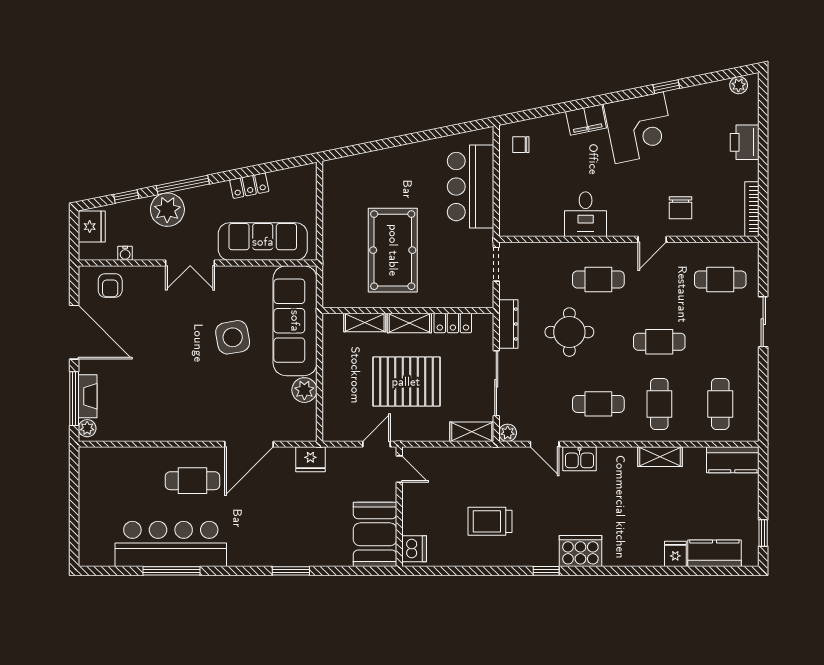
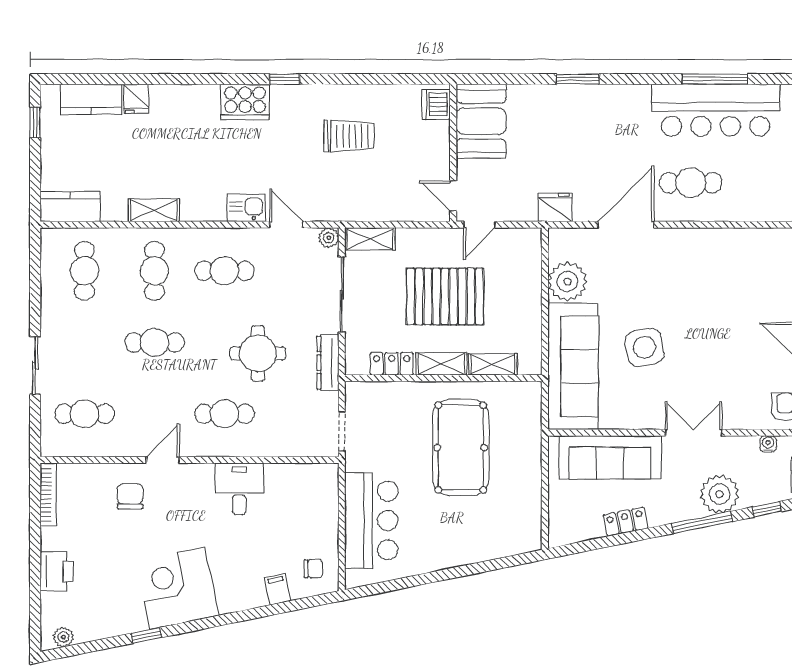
filing cabinet: (586, 120) -> (277, 589), moved, width x0.50
plant: (304, 390) -> (567, 282), width x1.36, depth x1.36

